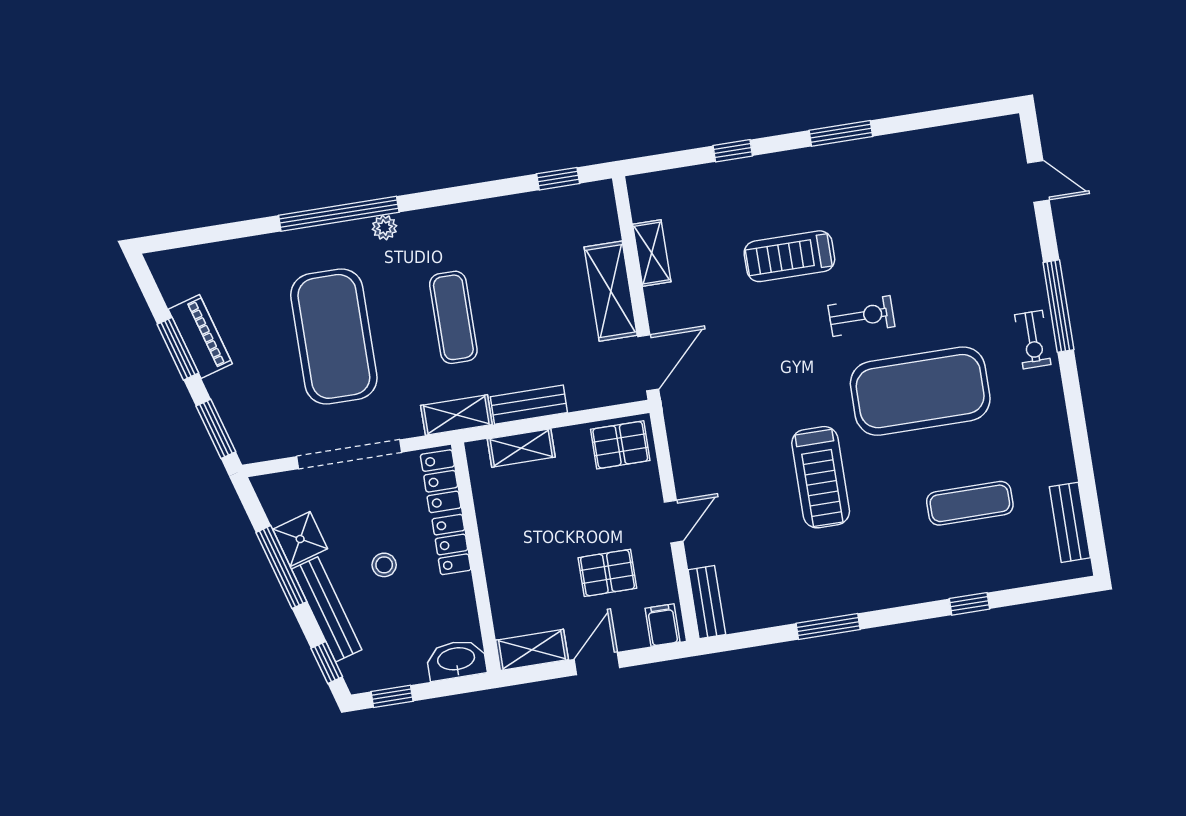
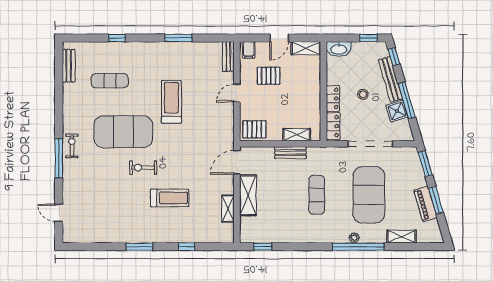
plant: (384, 228) -> (354, 238), moved
shelving: (456, 415) -> (402, 237), moved

